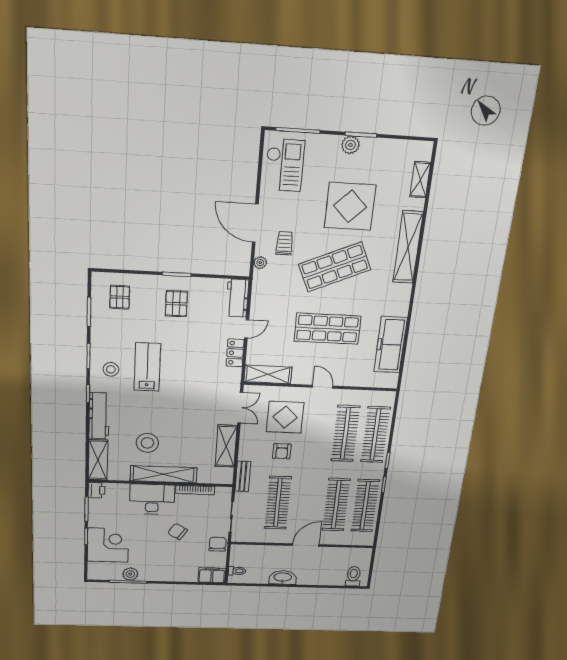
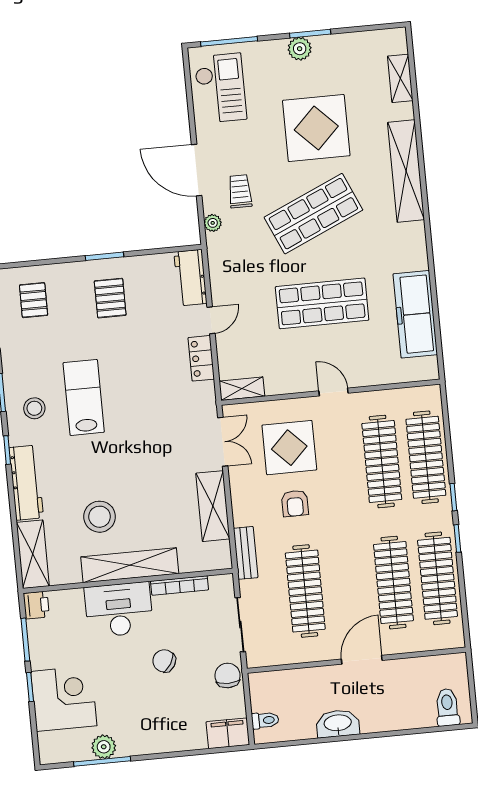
shelving: (268, 374) -> (242, 389), width x0.67, depth x0.75

